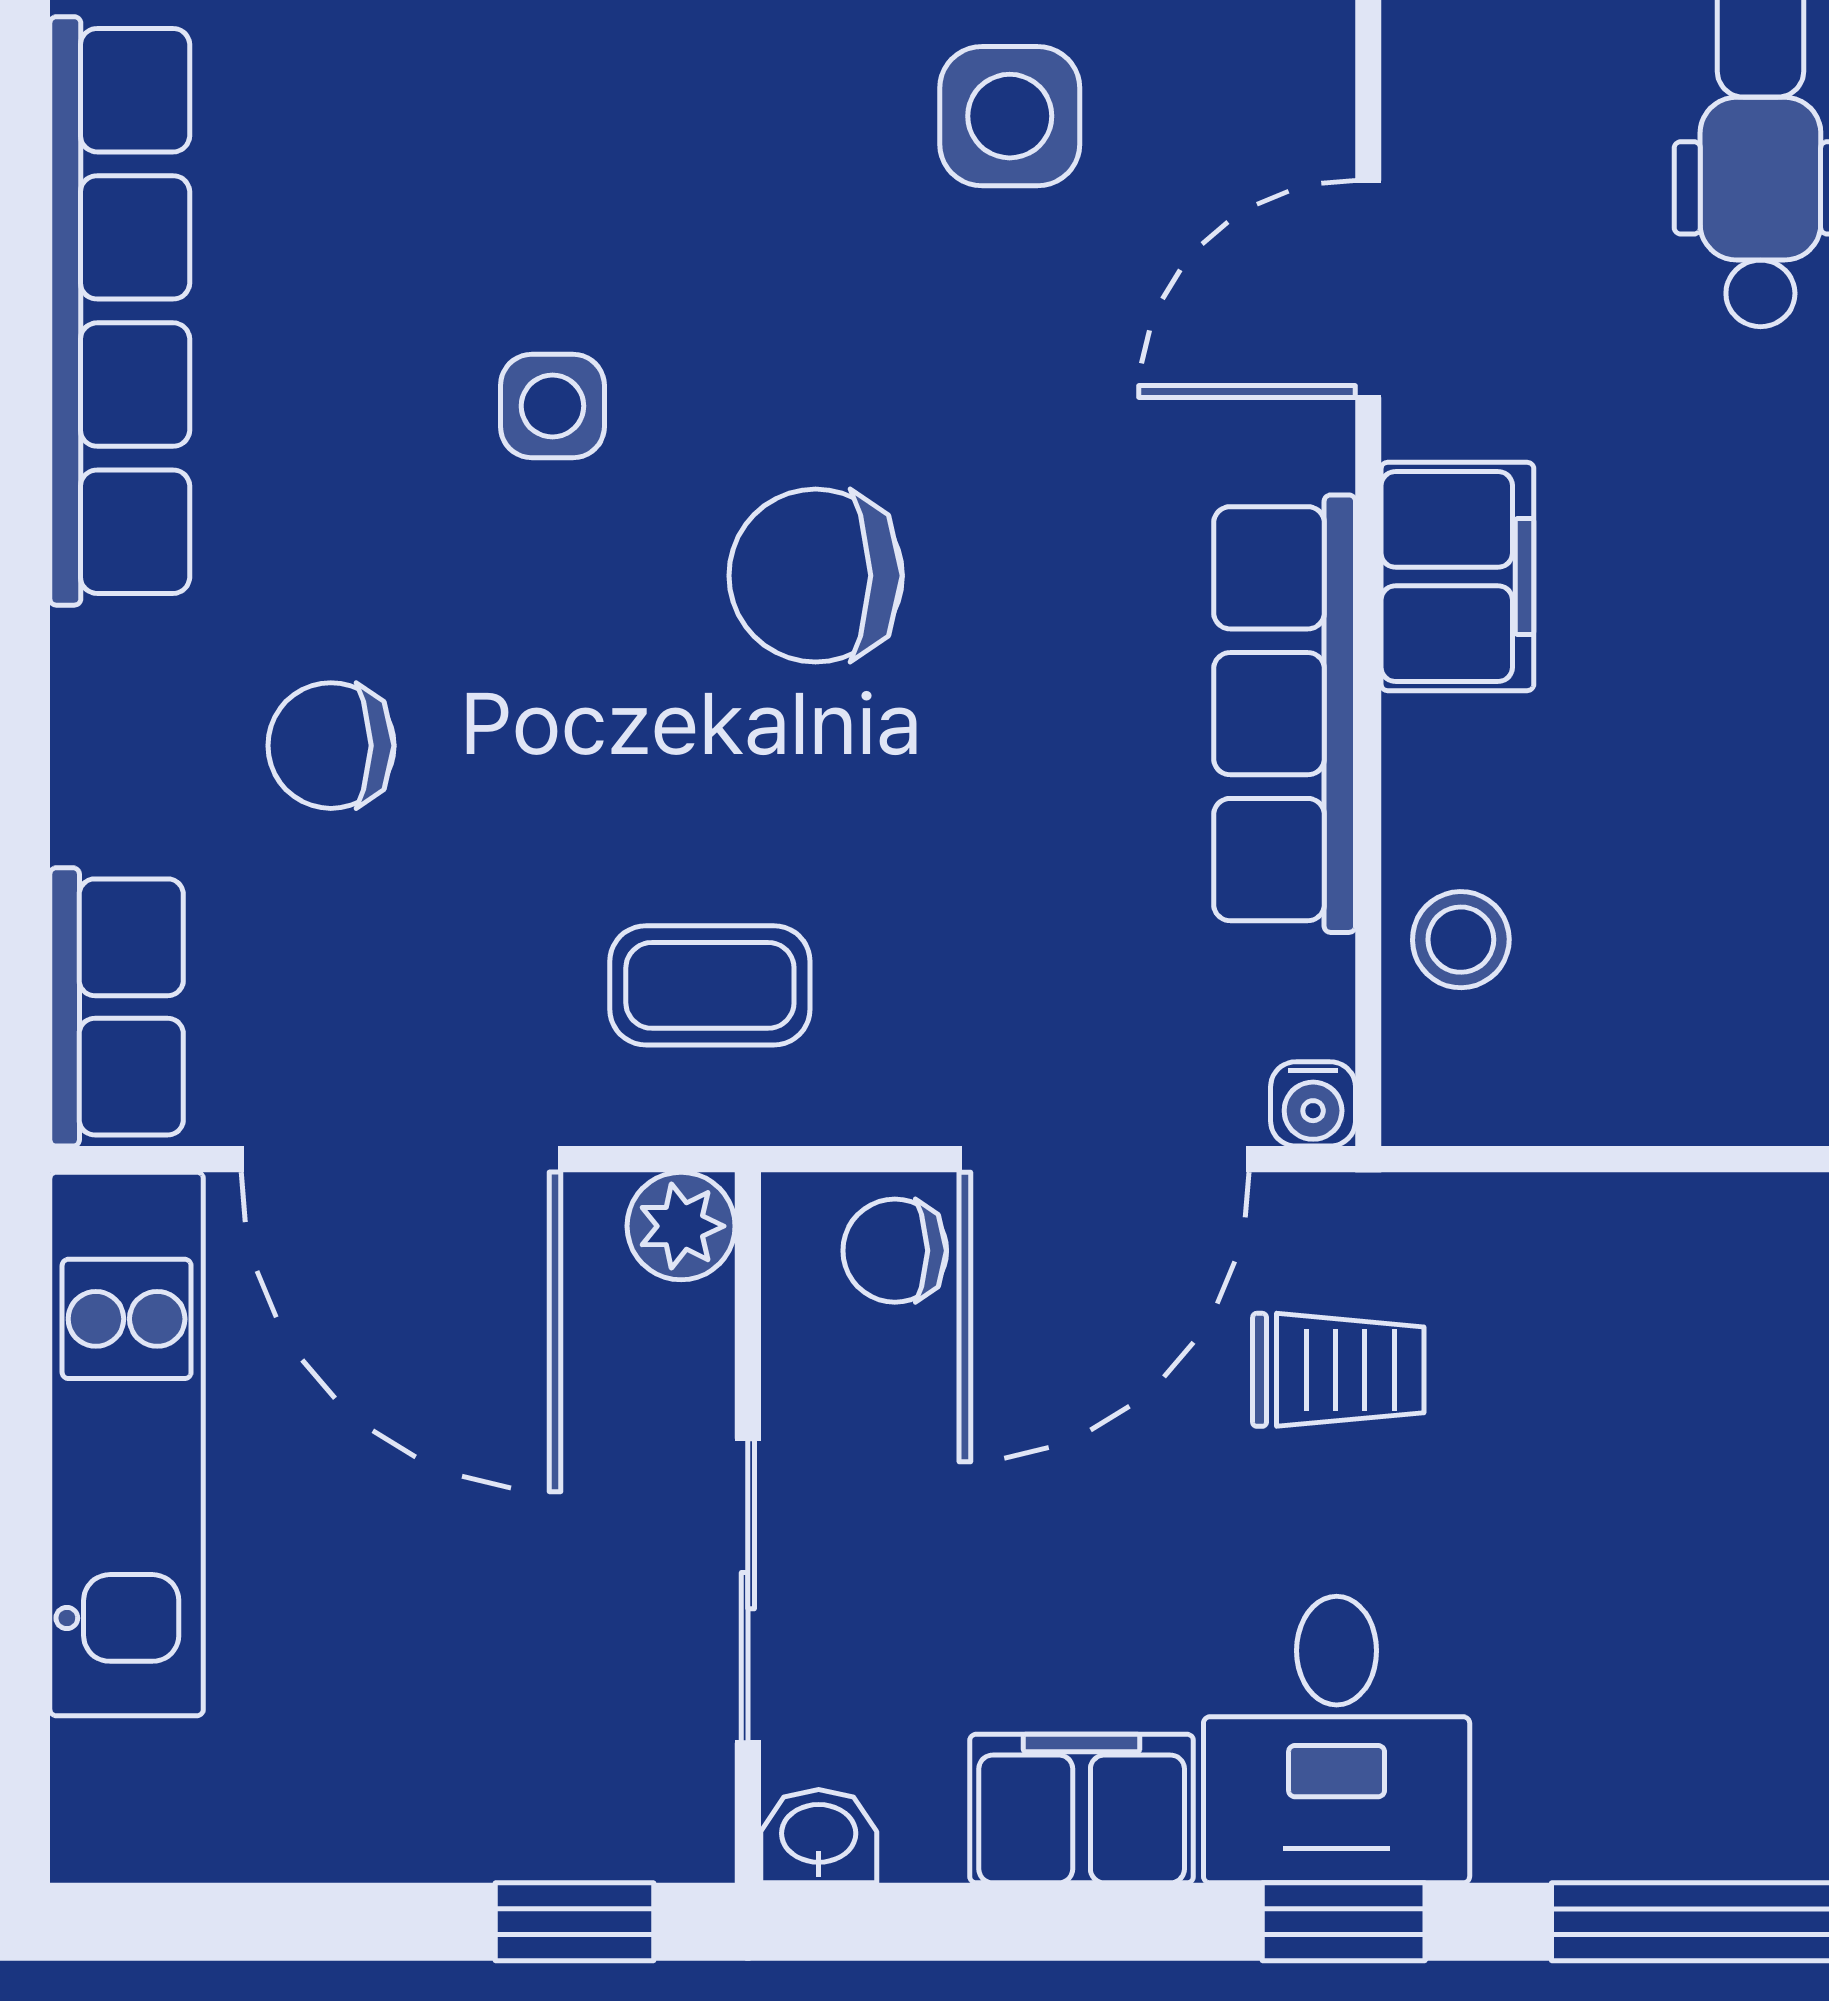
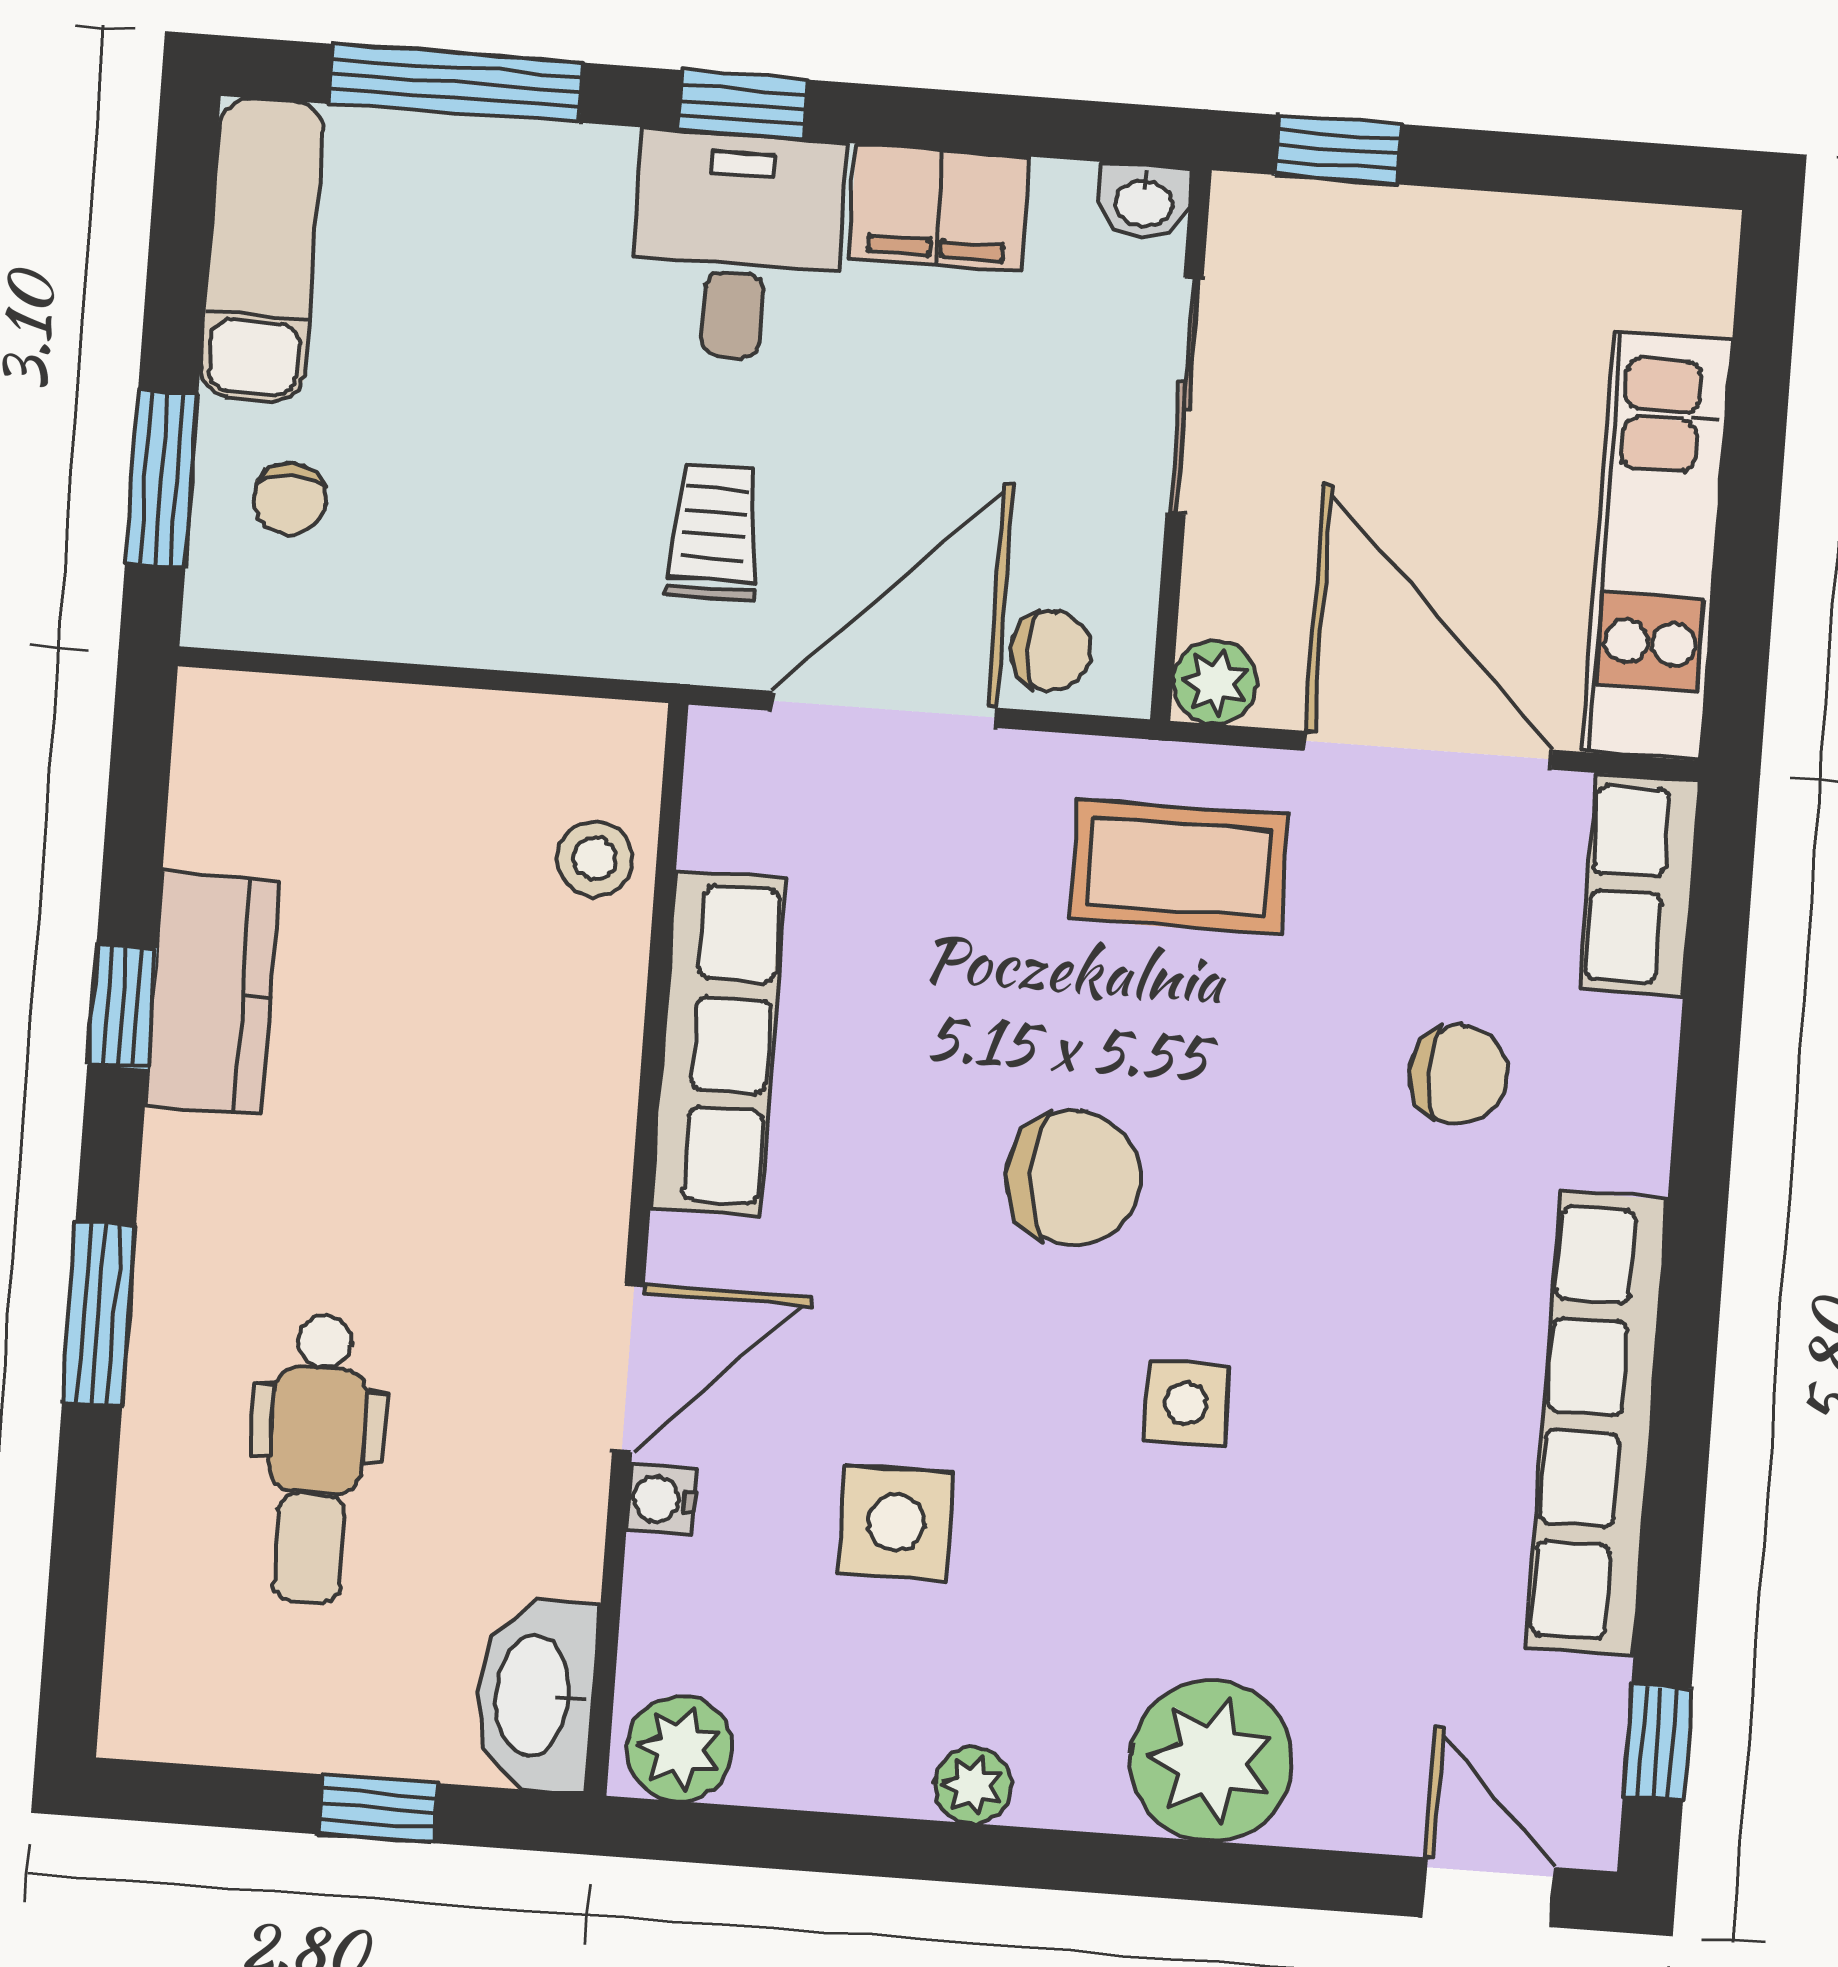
side table: (552, 406) -> (1186, 1403), moved
filing cabinet: (1457, 576) -> (576, 1140), removed
coffee table: (710, 985) -> (1179, 867), width x1.36, depth x1.30
water cooler: (1313, 1104) -> (661, 1500), moved, turned -90
trolley: (1338, 1370) -> (715, 533), turned 90

